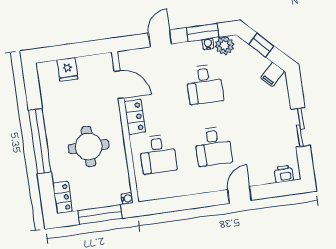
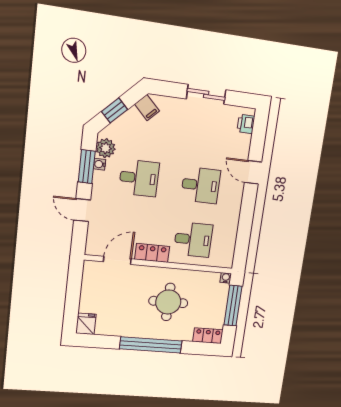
fridge: (67, 69) -> (86, 324), moved, turned -90

